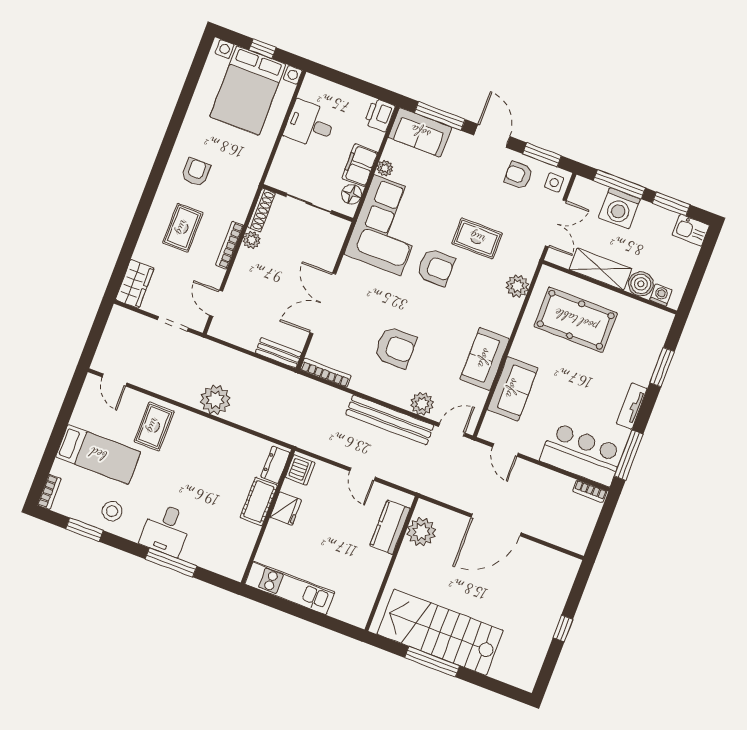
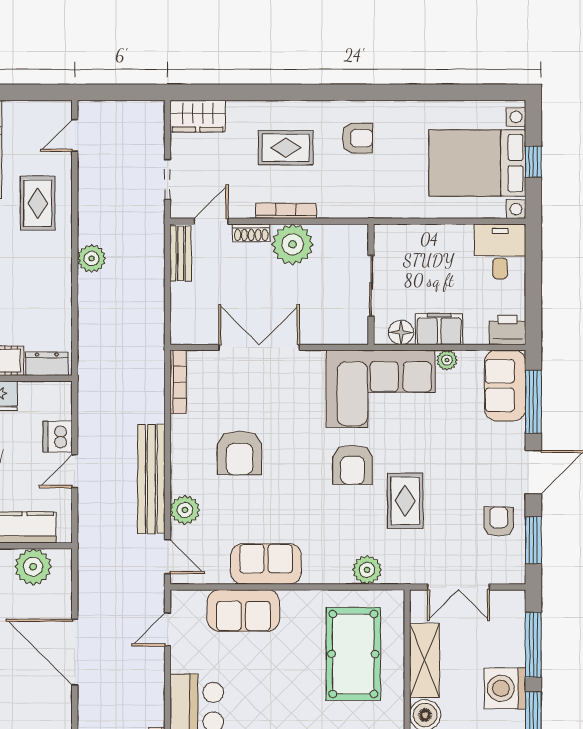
desk: (310, 124) -> (500, 251), moved
side table: (554, 183) -> (506, 567), removed
washing machine: (619, 208) -> (505, 688), moved
shoe rack: (261, 210) -> (251, 233), moved, width x0.70
plant: (252, 240) -> (293, 244), width x1.88, depth x1.88
bench: (278, 353) -> (181, 253), moved
plant: (215, 400) -> (92, 258), width x0.73, depth x0.73
rug: (154, 426) -> (38, 203), turned 90
dishwasher: (300, 470) -> (58, 437), moved, turned 90

